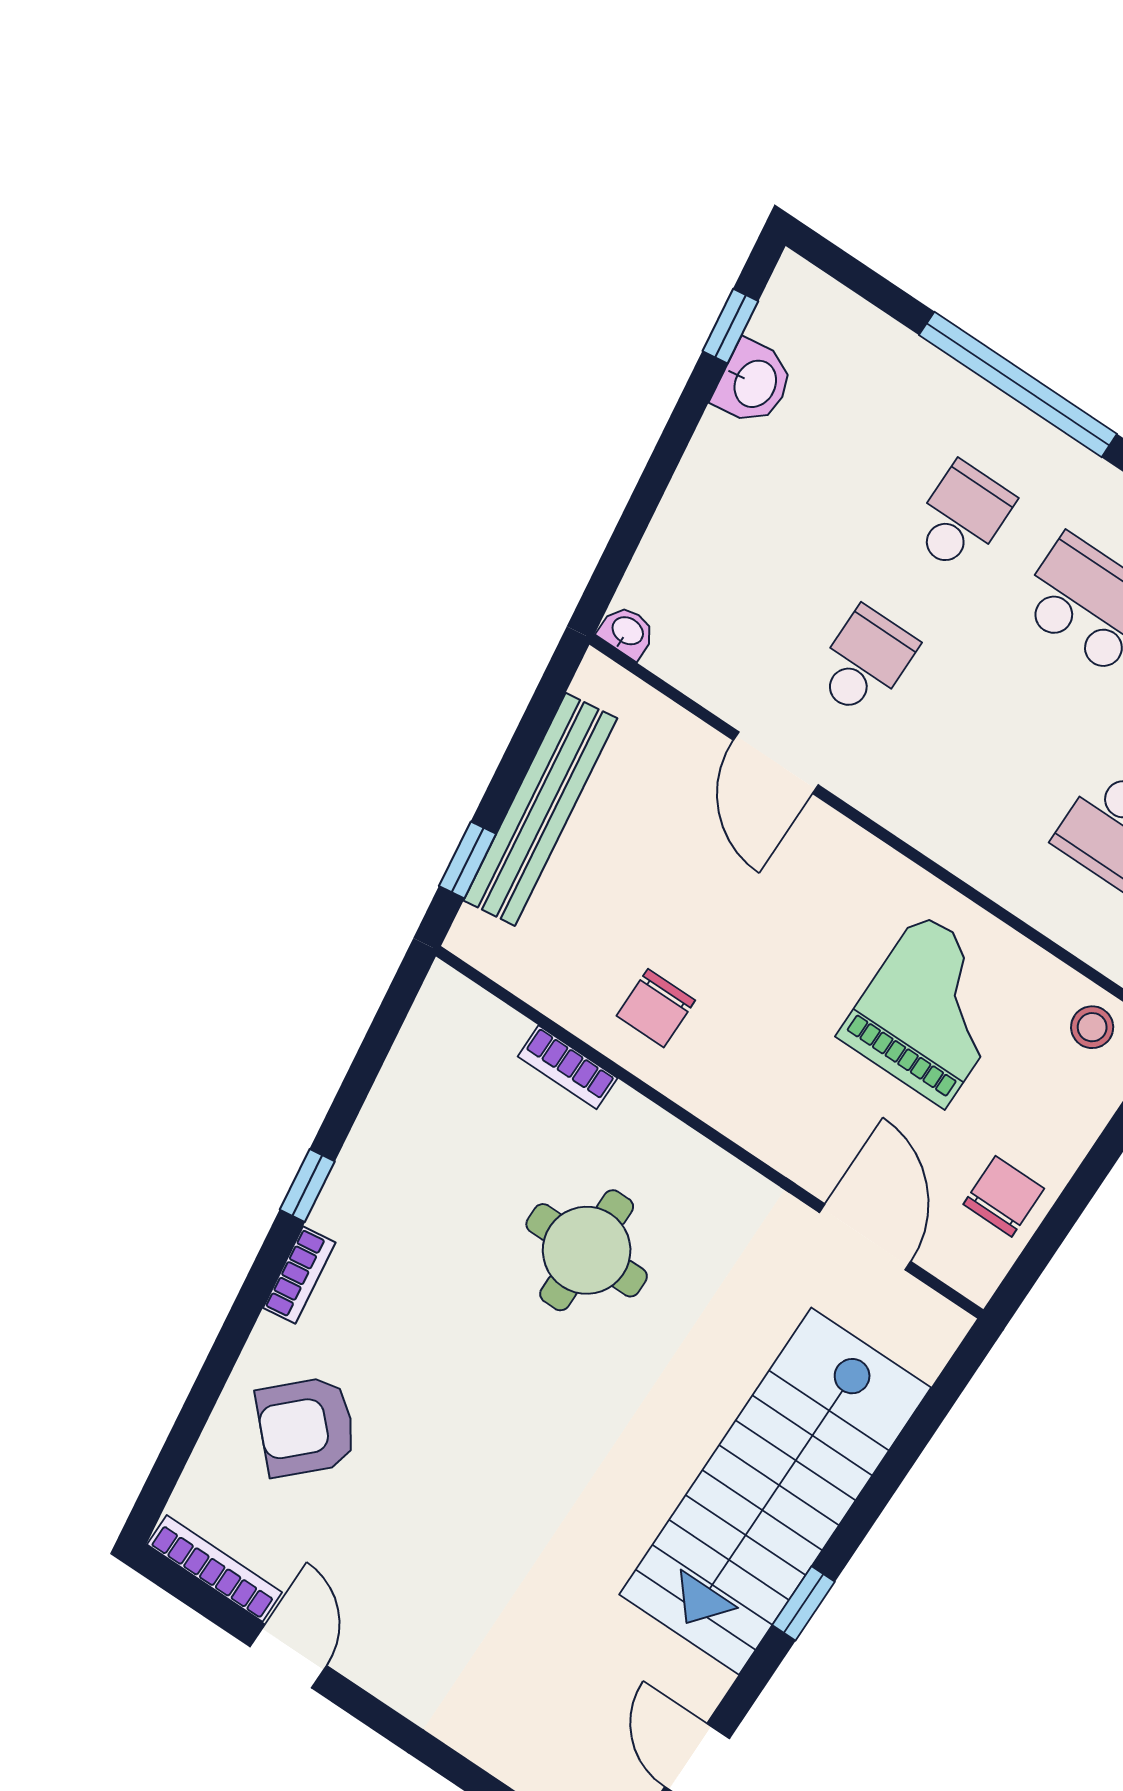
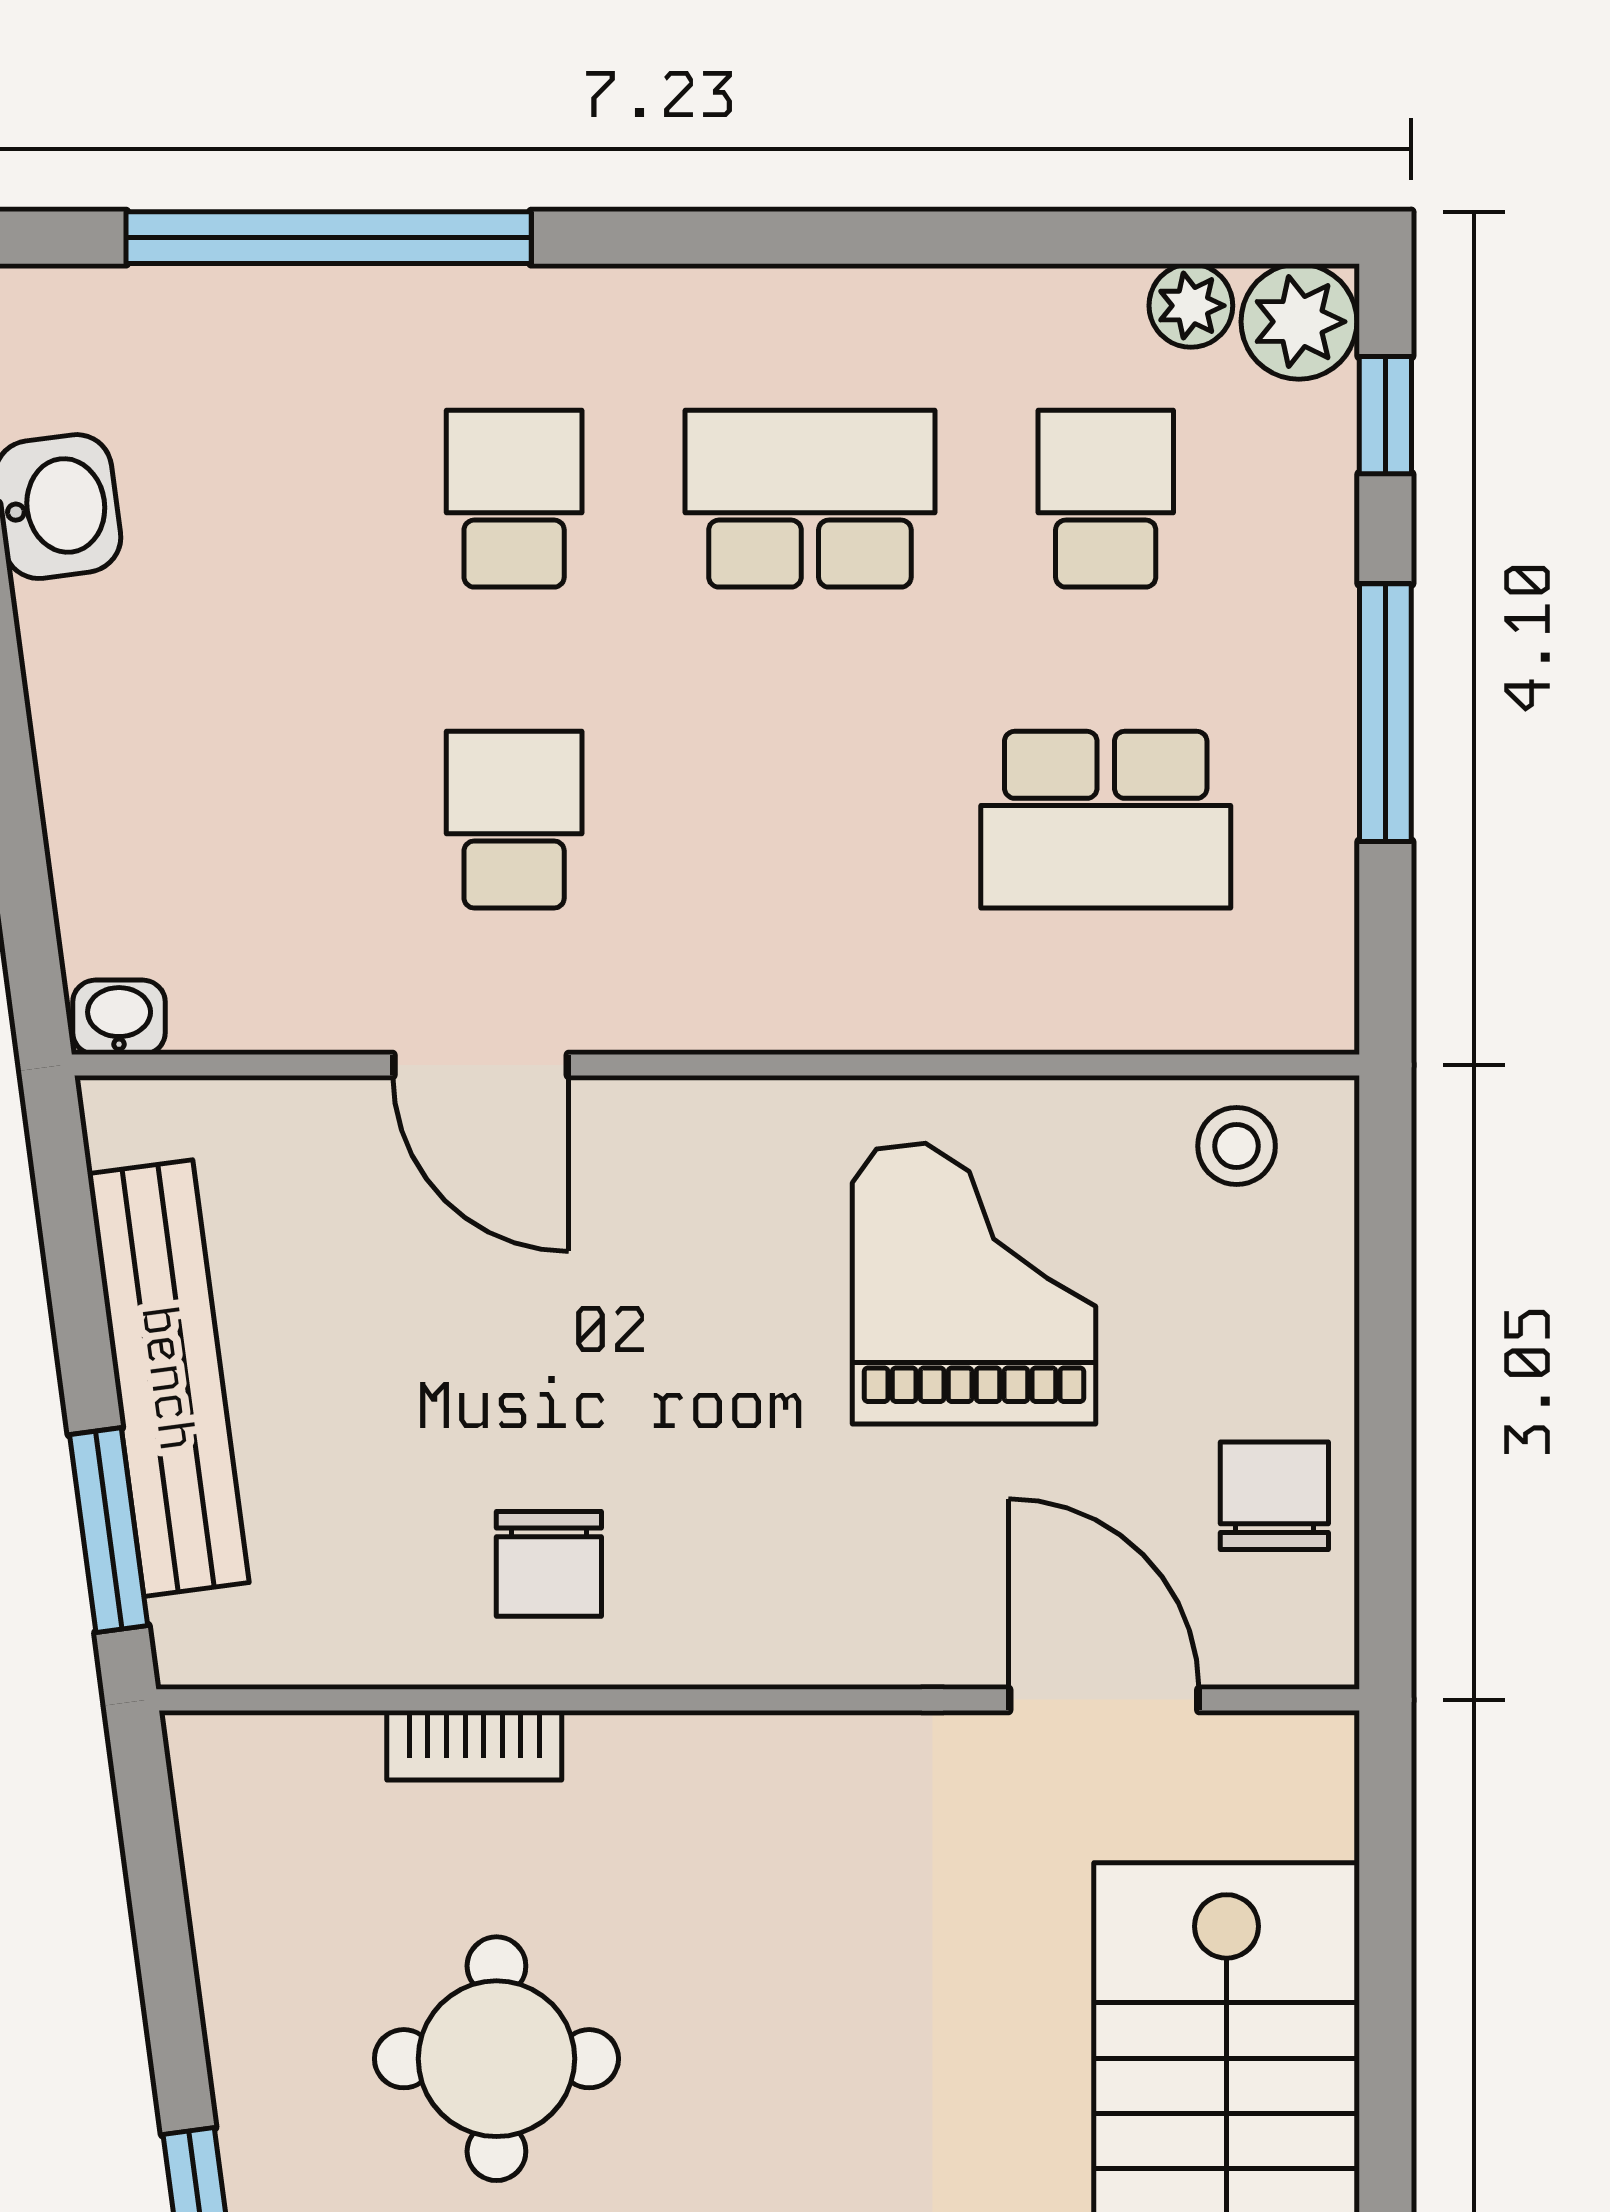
window: (1018, 384) -> (329, 238), moved
window: (468, 860) -> (109, 1530), width x1.50
round table: (587, 1250) -> (496, 2059), moved

